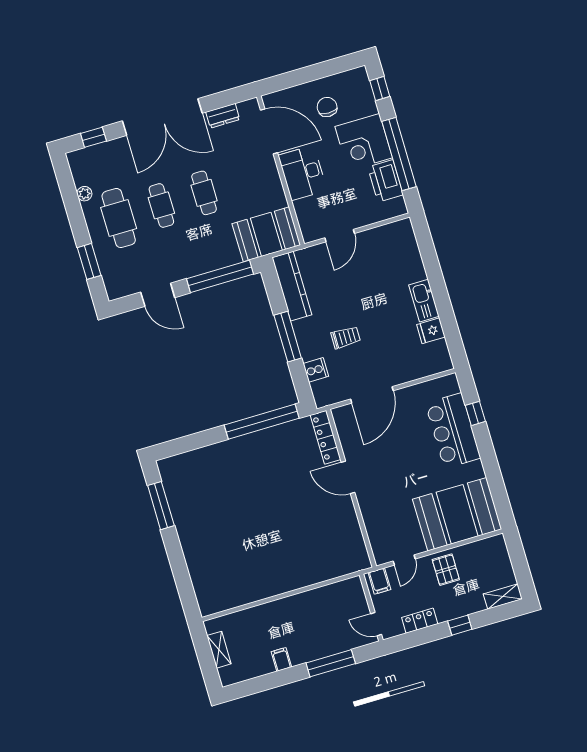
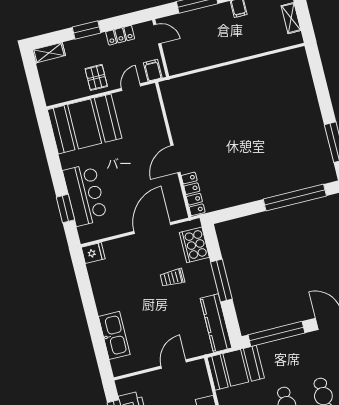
kitchen sink: (424, 301) -> (114, 335), moved, width x1.36, depth x1.24
fridge: (431, 331) -> (93, 253), moved
cooker: (316, 370) -> (194, 245), width x1.87, depth x1.31
window: (475, 413) -> (65, 209), width x1.50
window: (262, 422) -> (295, 198), moved
door: (348, 477) -> (175, 159), swing flipped
window: (460, 625) -> (86, 30), width x1.50

